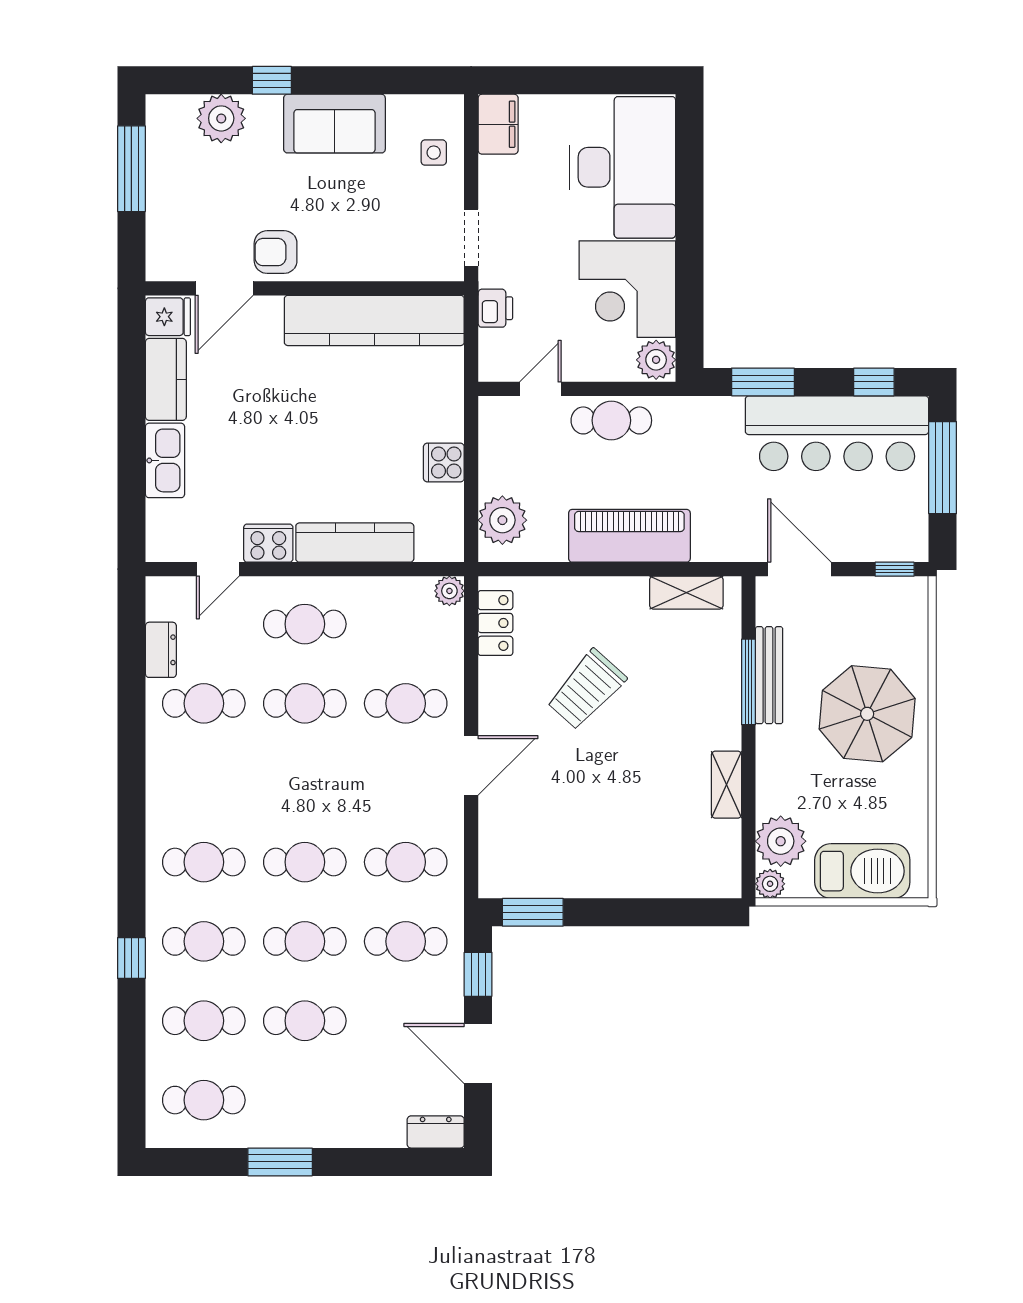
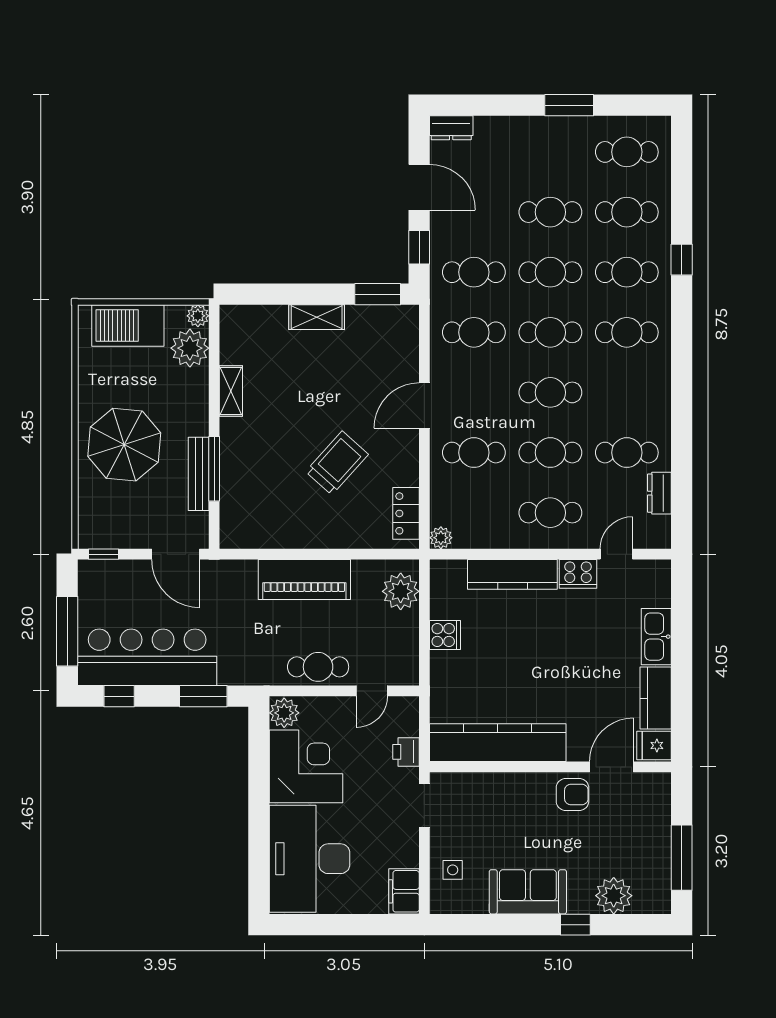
shelving: (686, 593) -> (317, 317), moved
cafe table: (305, 783) -> (550, 392), added

